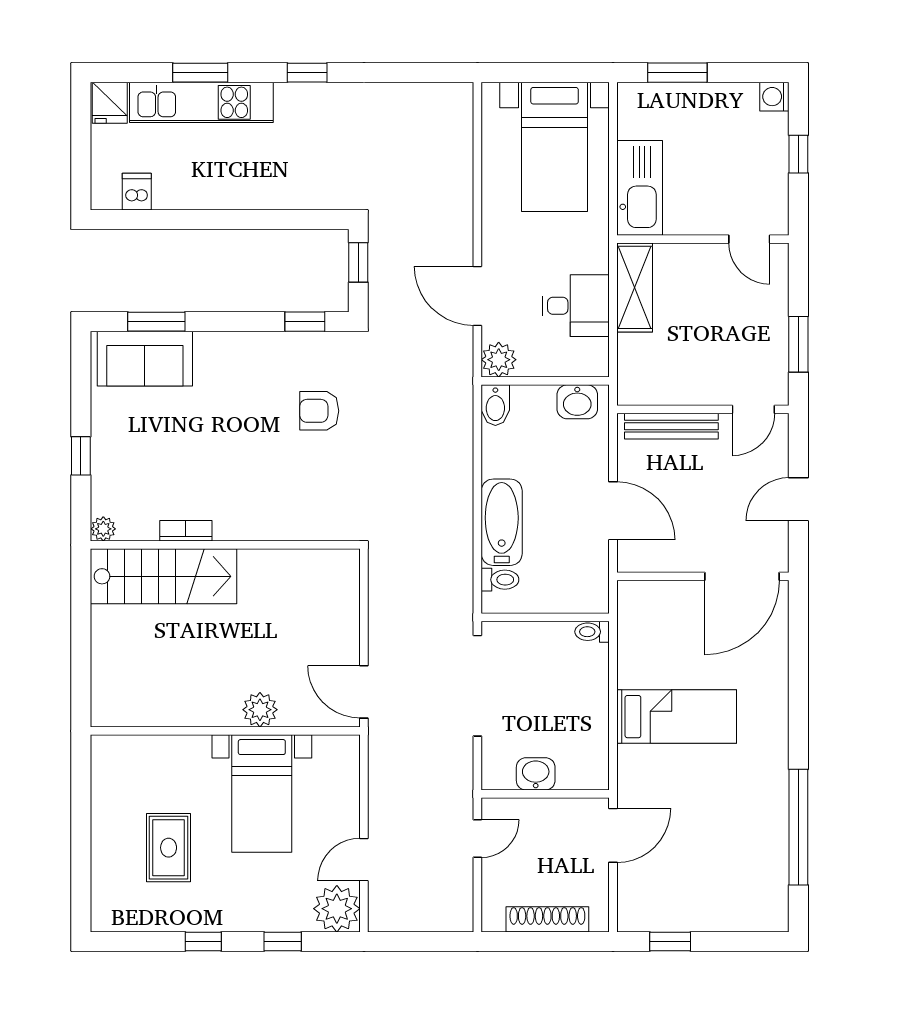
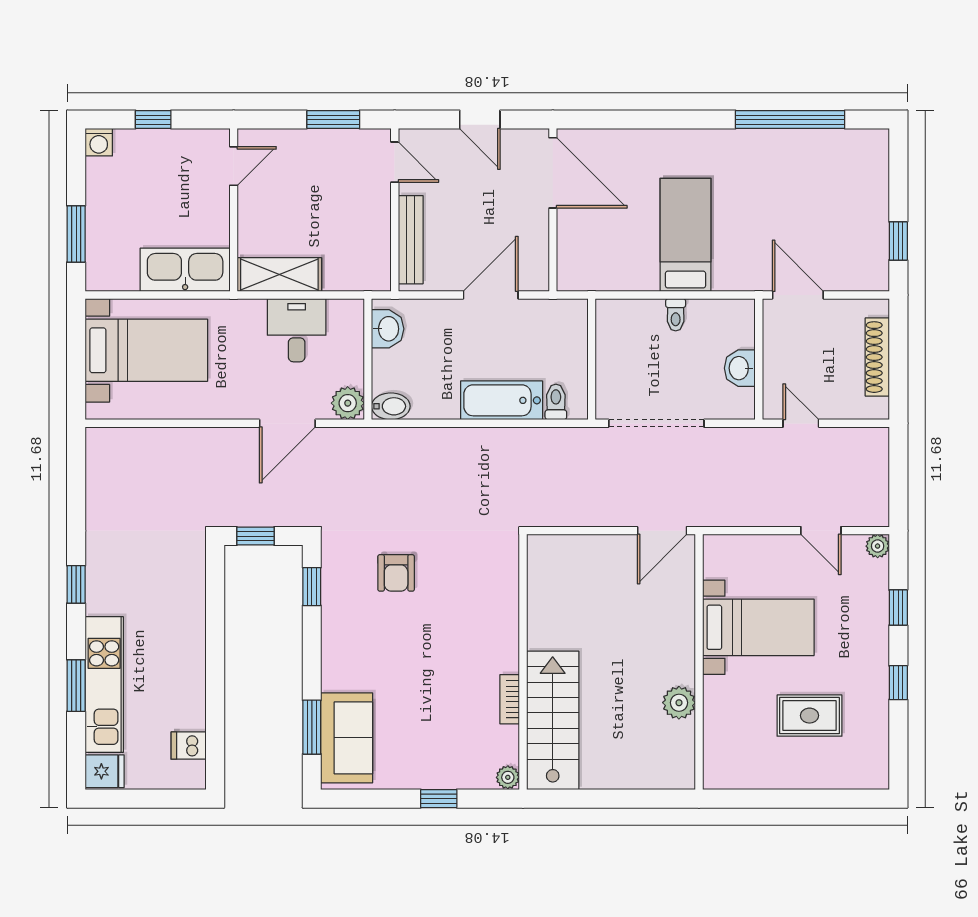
toilet: (592, 632) -> (676, 315), moved
plant: (260, 710) -> (679, 703), moved
plant: (337, 909) -> (878, 546), width x0.53, depth x0.53

